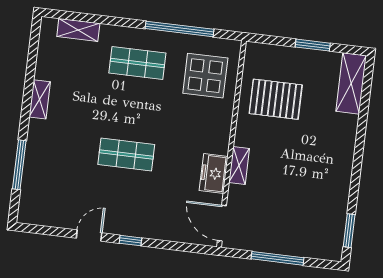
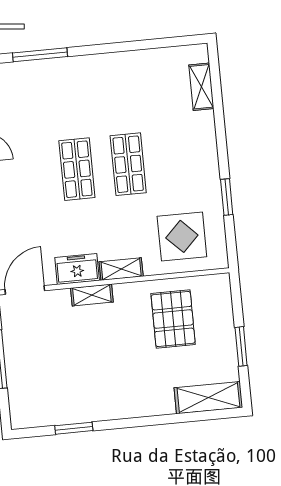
window: (179, 29) -> (227, 197), width x0.47
shop shelf: (137, 63) -> (128, 164), moved
shelving: (40, 99) -> (121, 269), moved
window: (349, 231) -> (74, 428), moved

